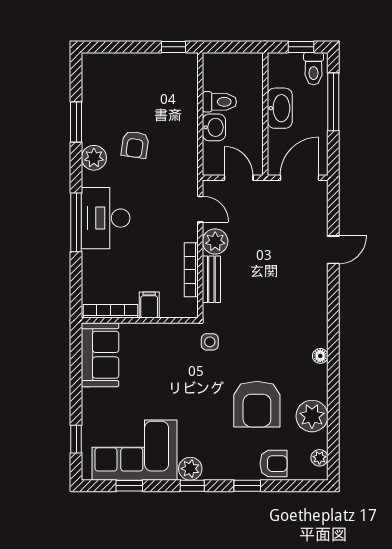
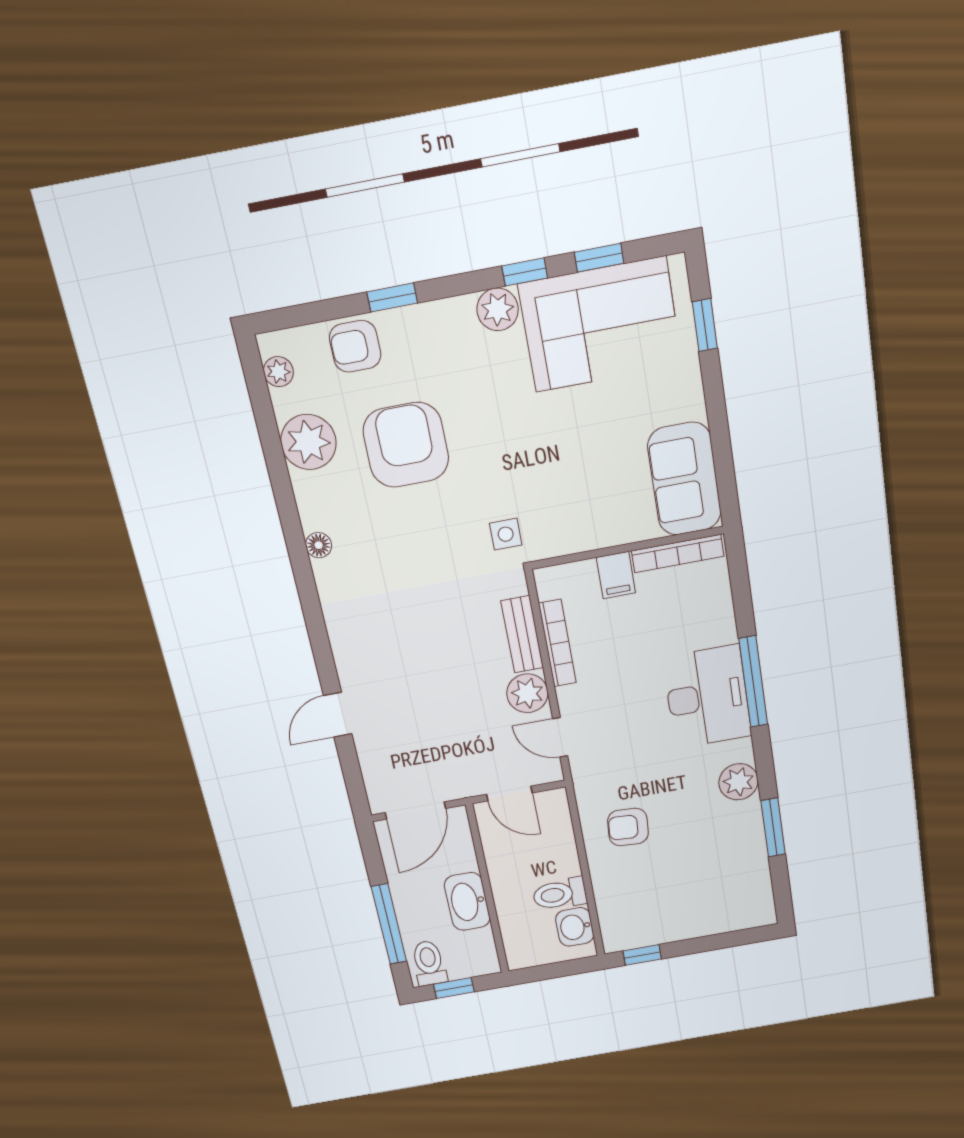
washbasin: (214, 127) -> (575, 927), moved
armchair: (135, 145) -> (628, 827), moved, turned -94
window: (192, 486) -> (525, 272), moved

